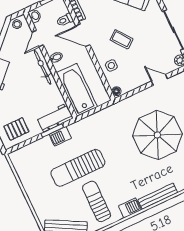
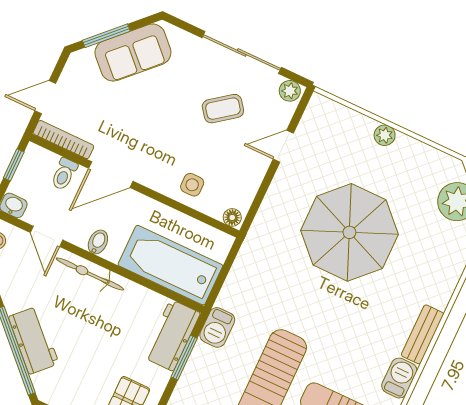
coffee table: (121, 39) -> (223, 109), moved
barbecue: (60, 136) -> (217, 327), moved
bench: (158, 196) -> (423, 334), width x0.73

